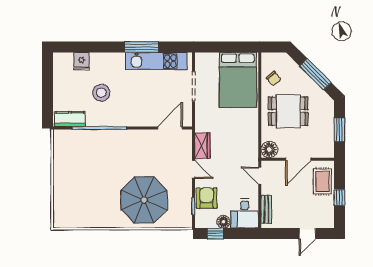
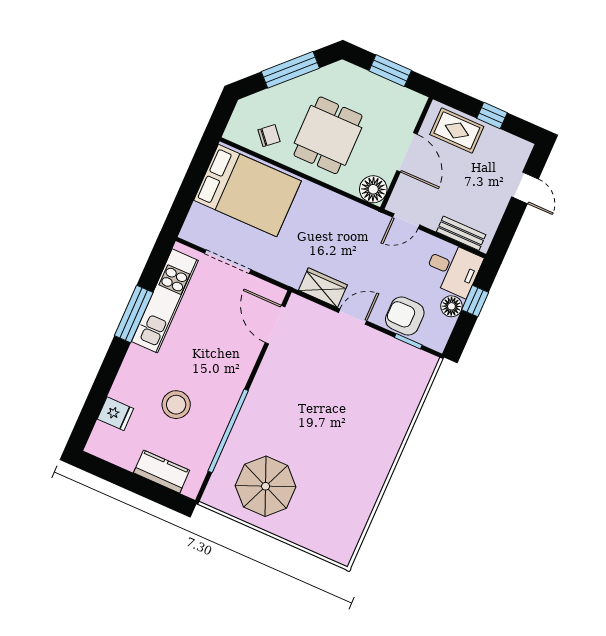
kitchen counter: (70, 119) -> (162, 472), moved, turned 90
parasol: (144, 200) -> (266, 486), moved, width x0.73, depth x0.73
window: (216, 234) -> (475, 301), moved

